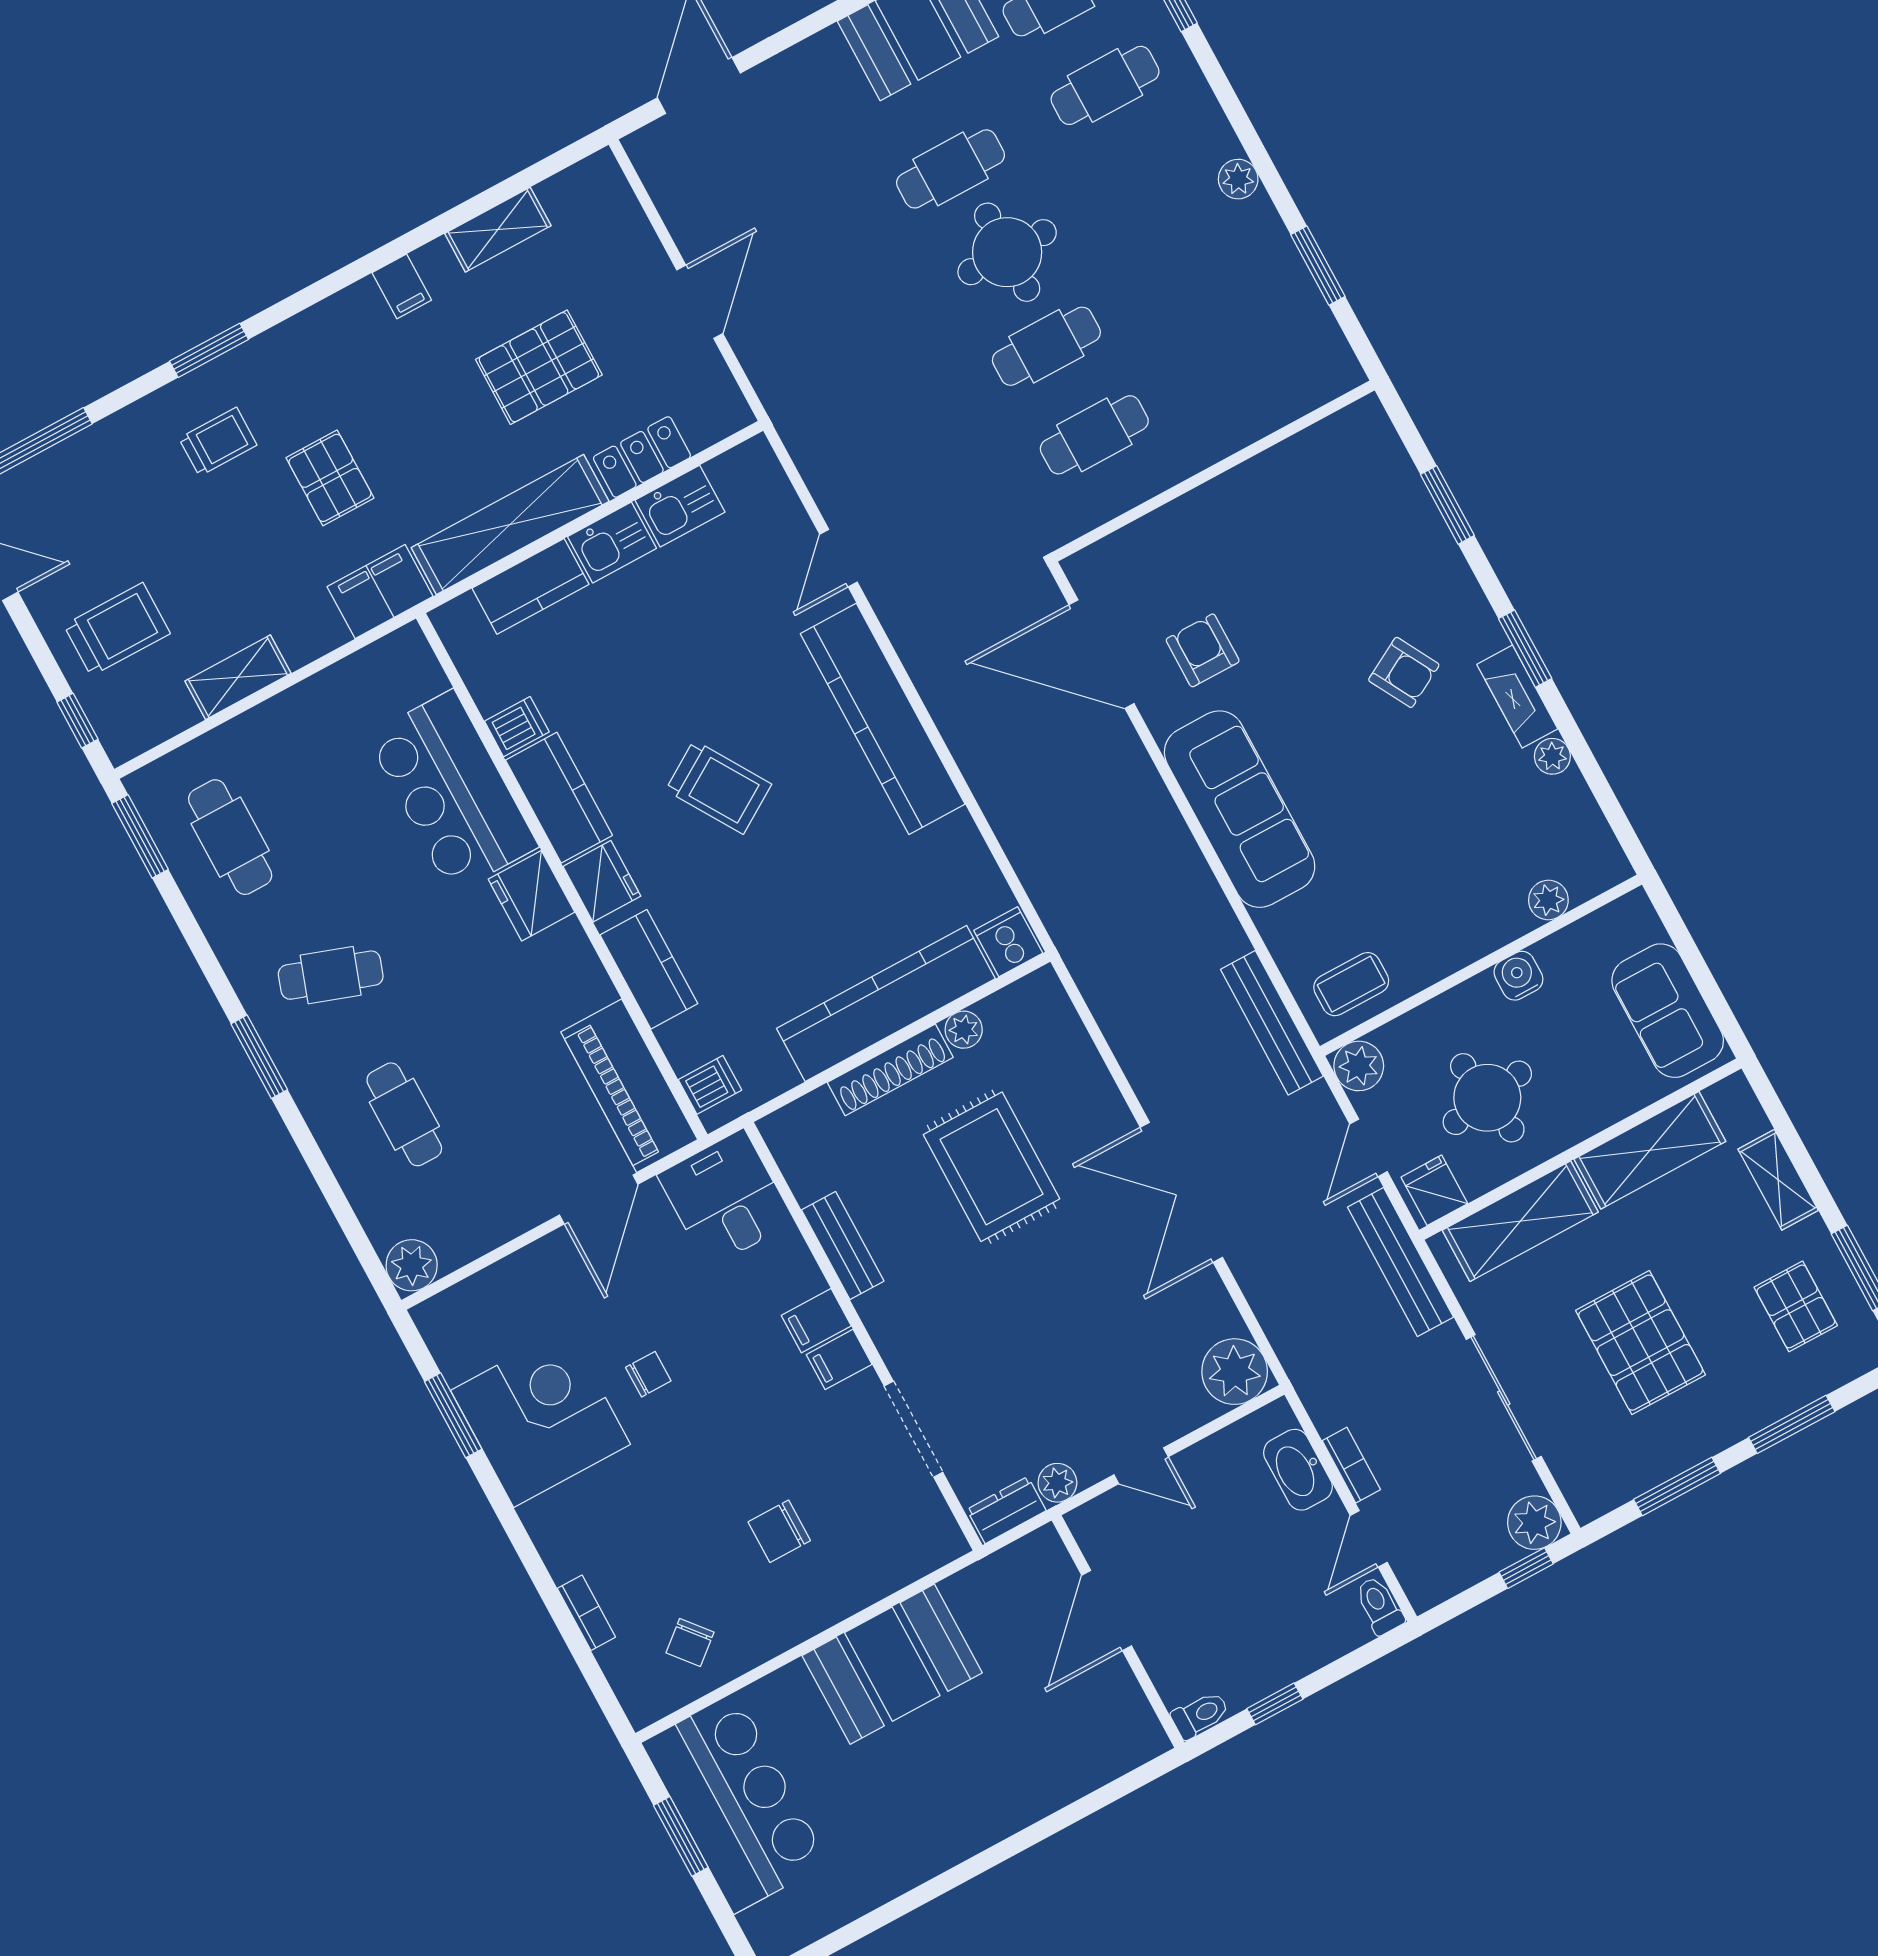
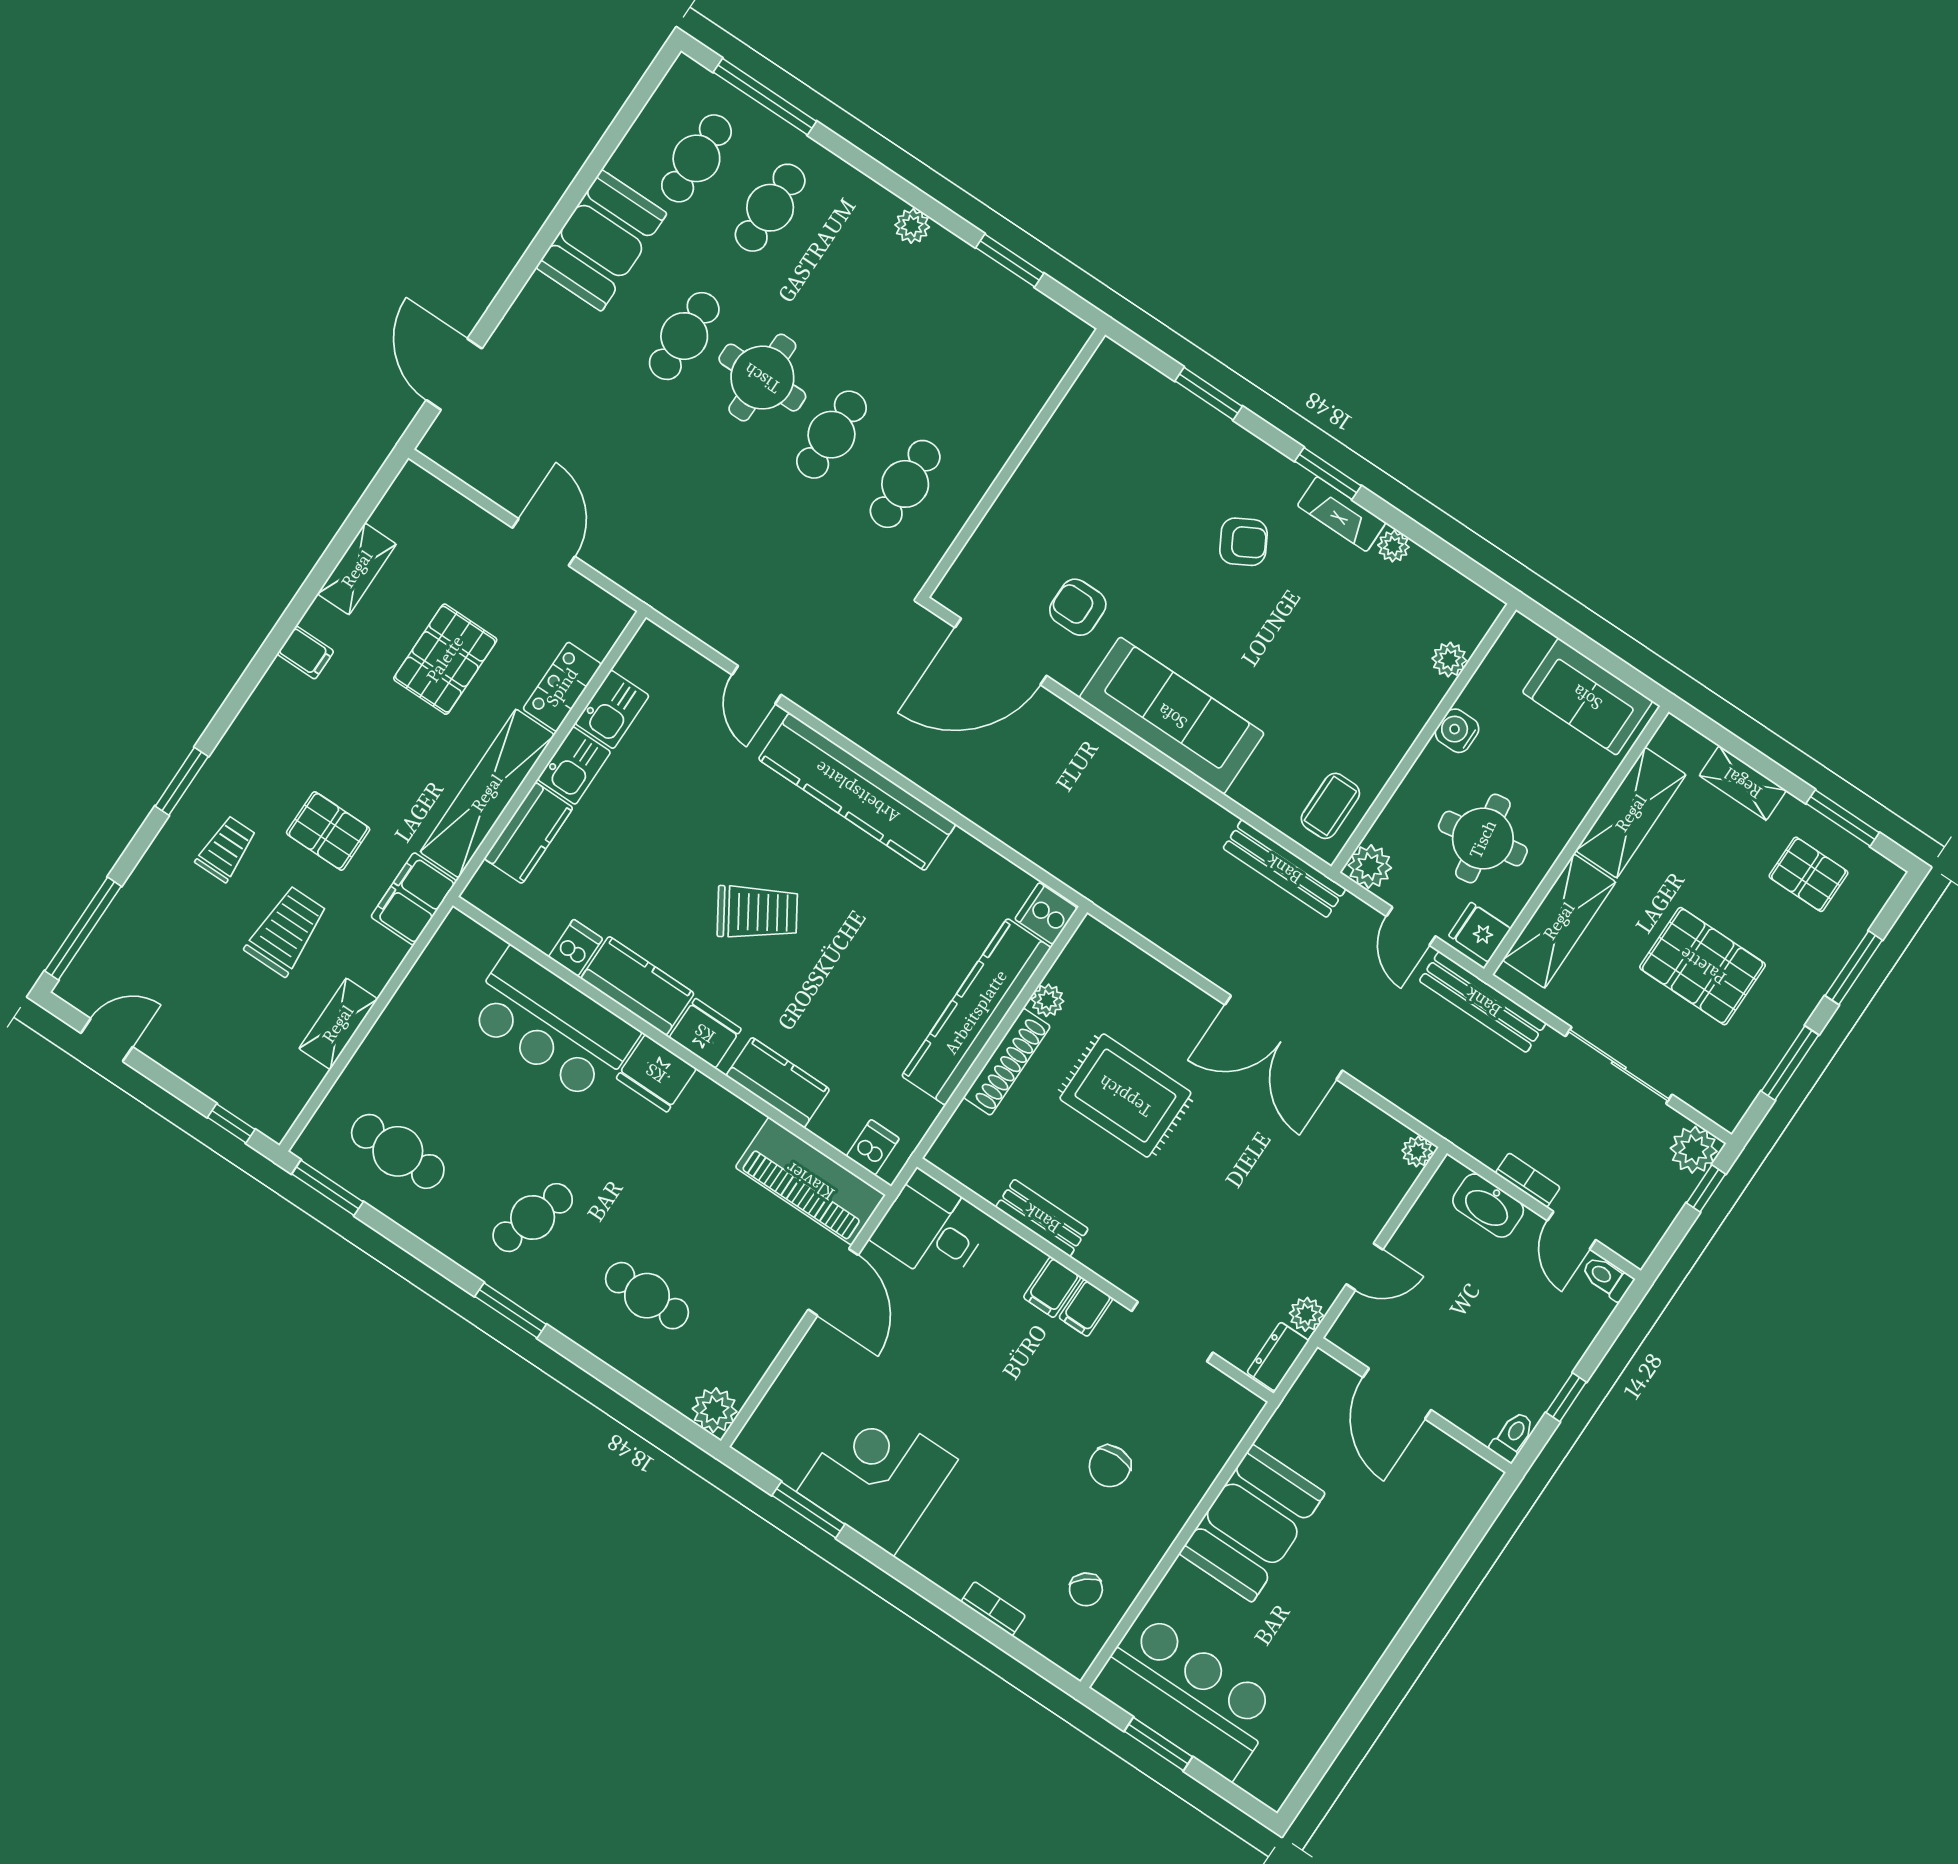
trolley: (117, 629) -> (286, 931), moved
plant: (1235, 1372) -> (1417, 1151), width x0.53, depth x0.53
chair: (648, 1374) -> (944, 1398), removed

